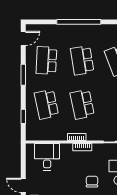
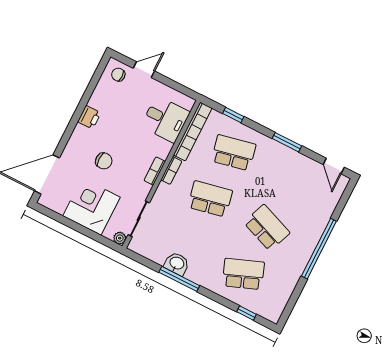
school desk: (46, 60) -> (290, 181), removed
school desk: (82, 60) -> (267, 228), turned 30
bookcase: (46, 136) -> (193, 132), added

